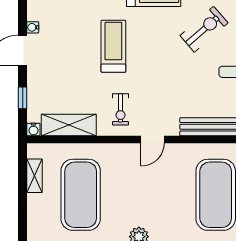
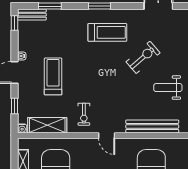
treadmill: (113, 46) -> (53, 76), moved
door: (153, 140) -> (107, 136), hinge flipped

